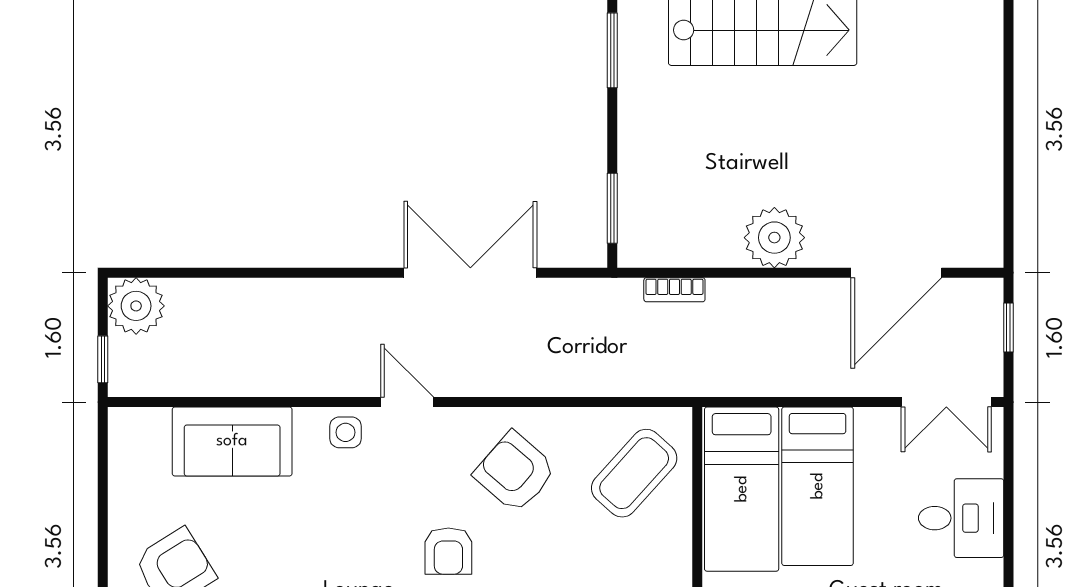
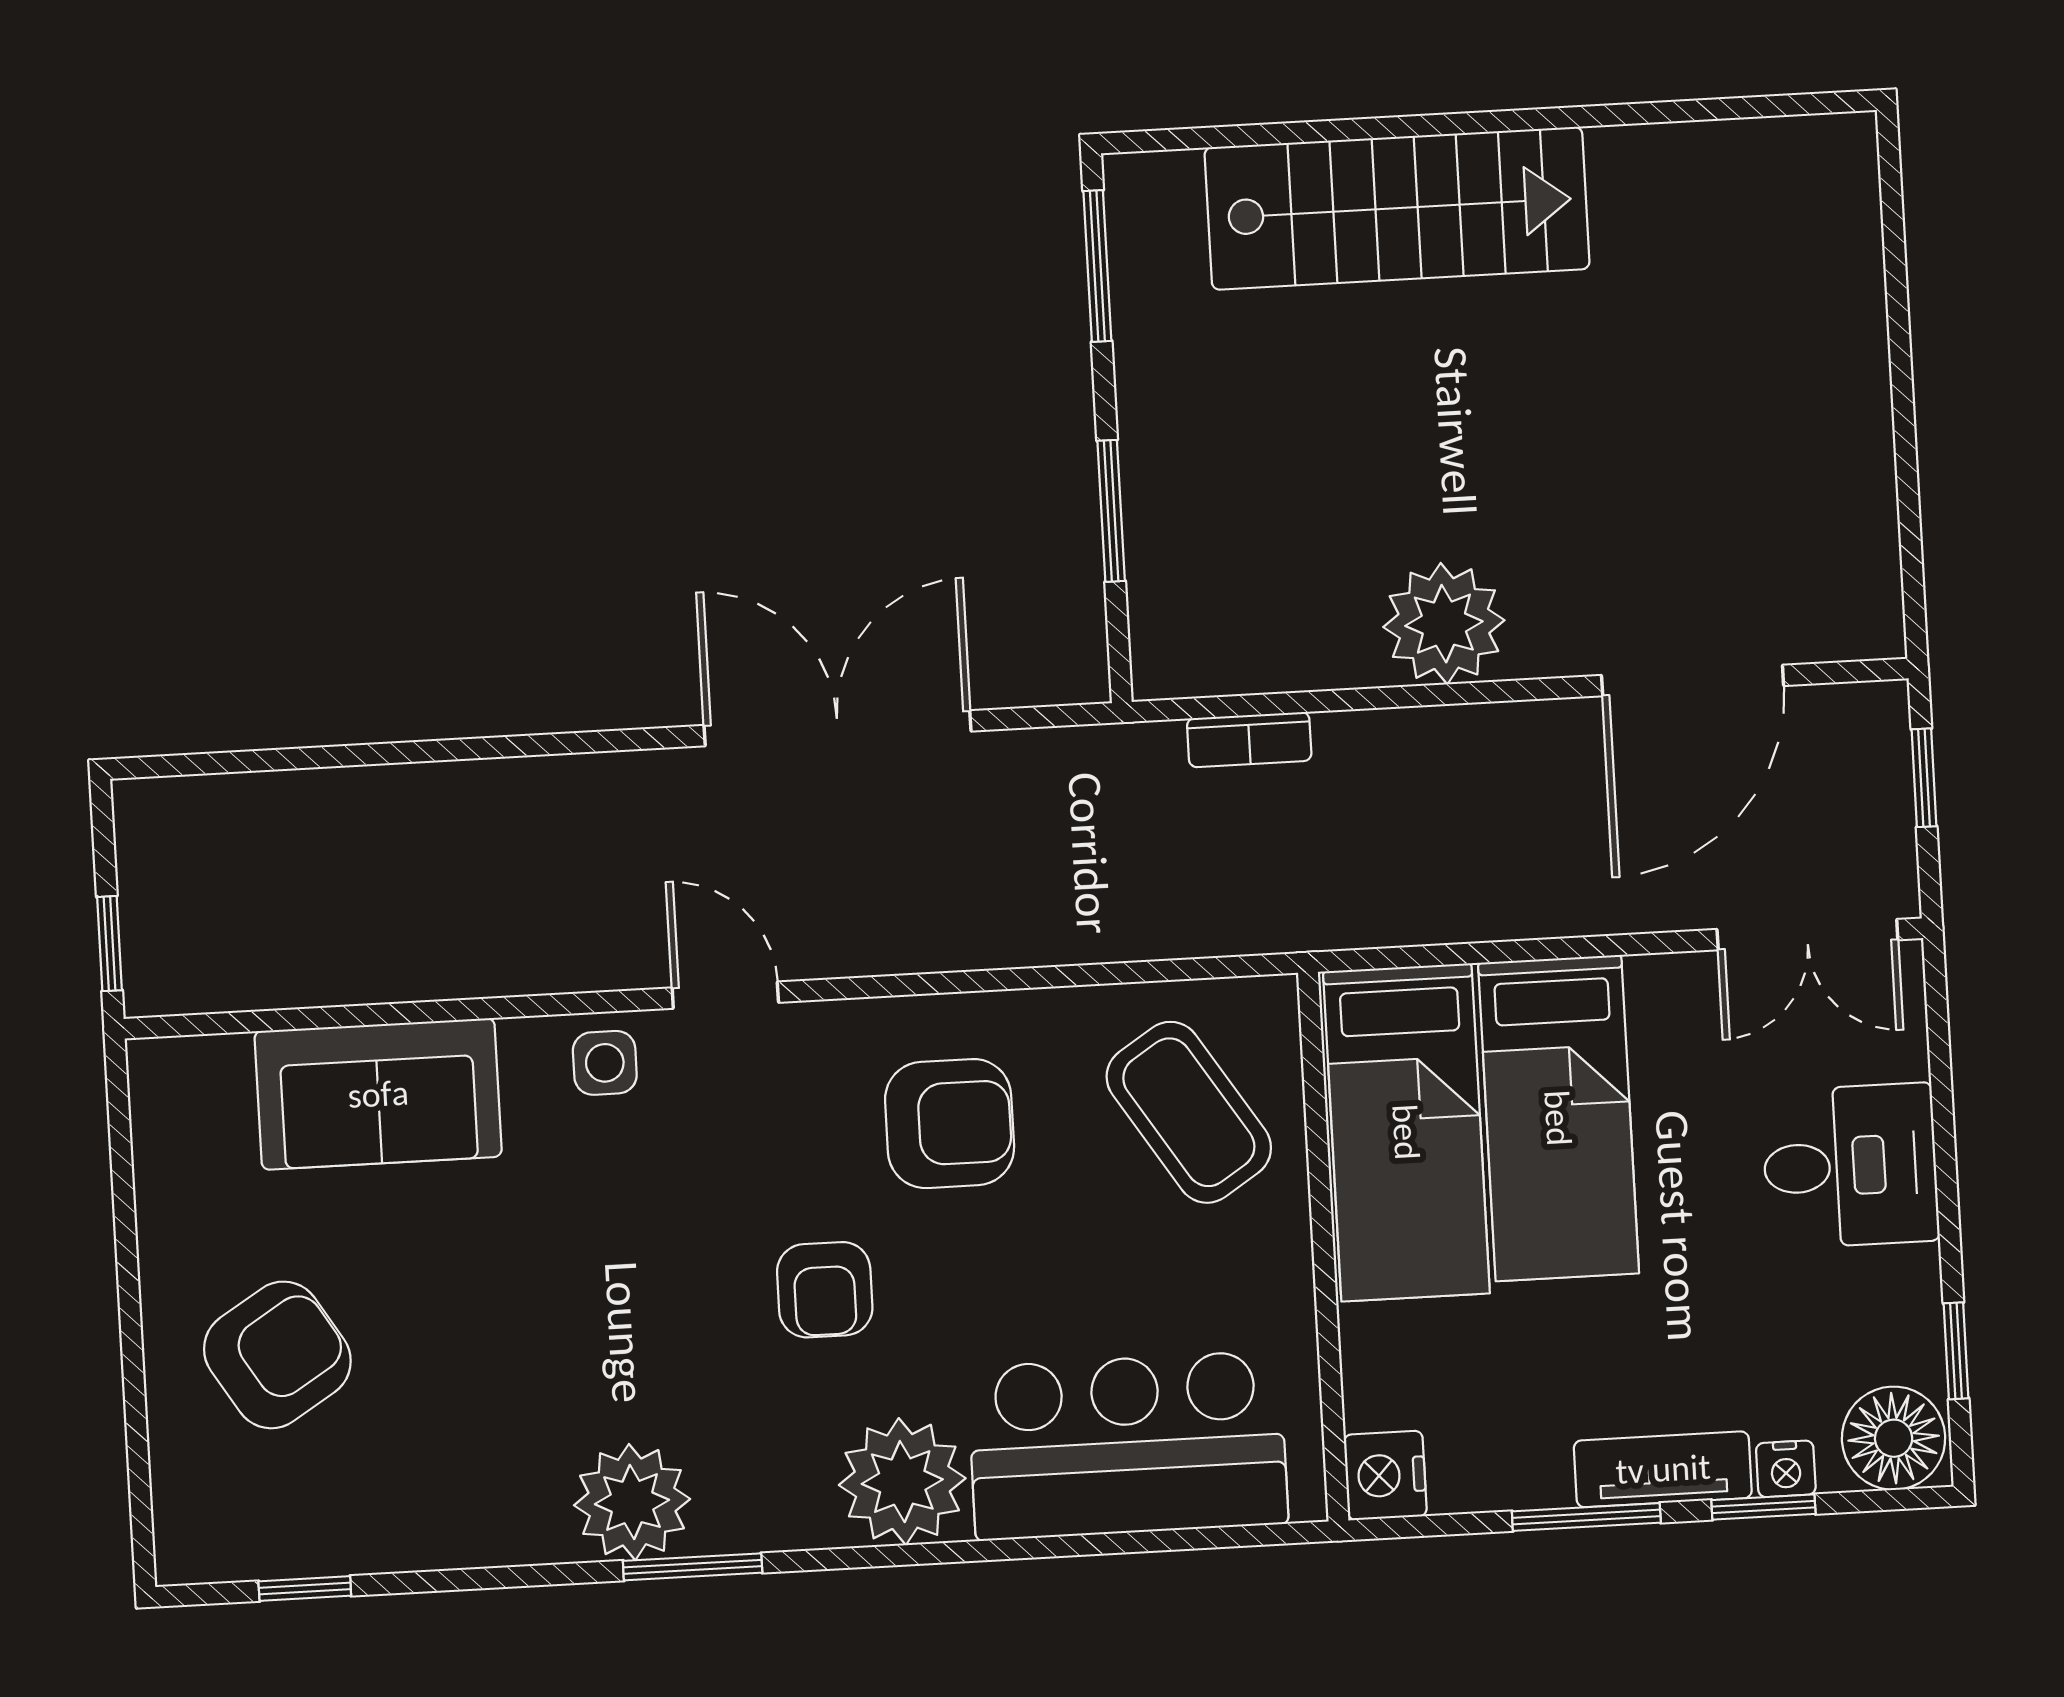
window: (612, 208) -> (1111, 511), moved
plant: (136, 306) -> (170, 832), removed
armchair: (515, 472) -> (950, 1124), turned 139
coffee table: (634, 473) -> (1189, 1112), turned -75

